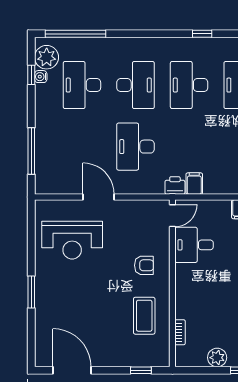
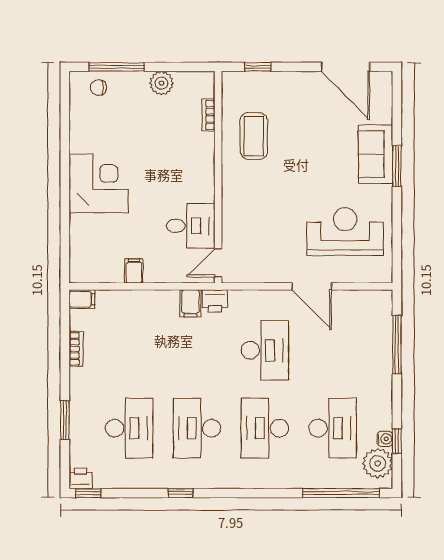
desk: (189, 85) -> (197, 428), turned 180
armchair: (144, 265) -> (254, 200), removed
sofa: (48, 301) -> (376, 154), added

